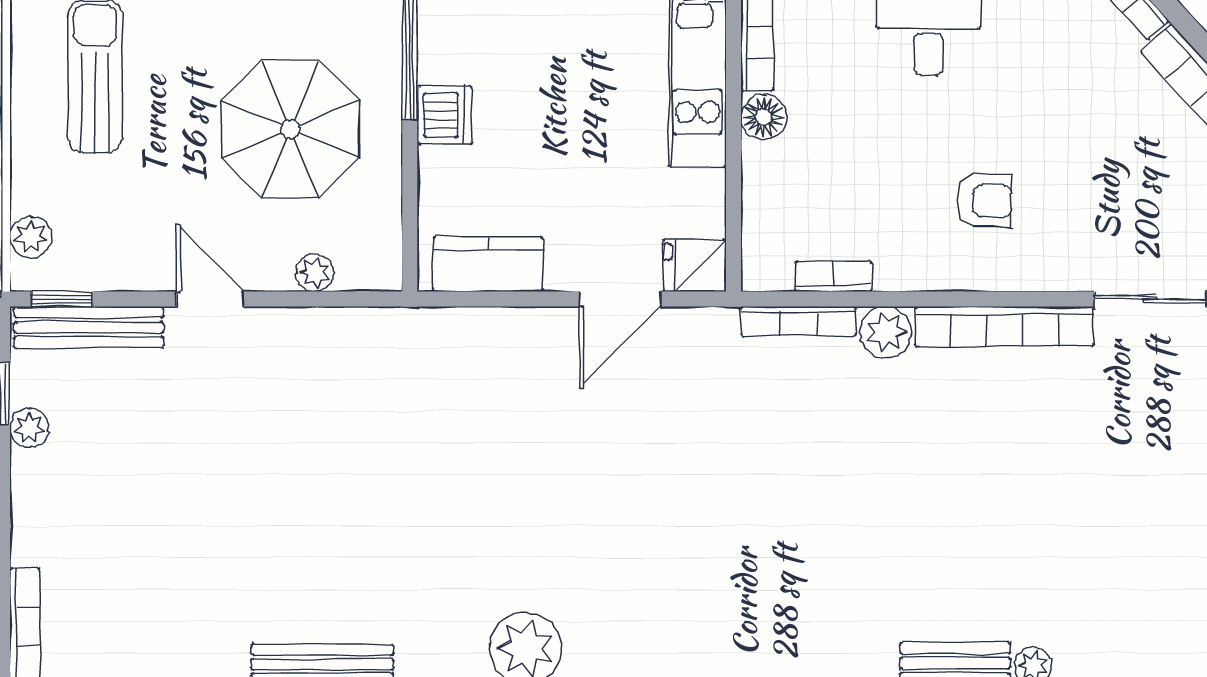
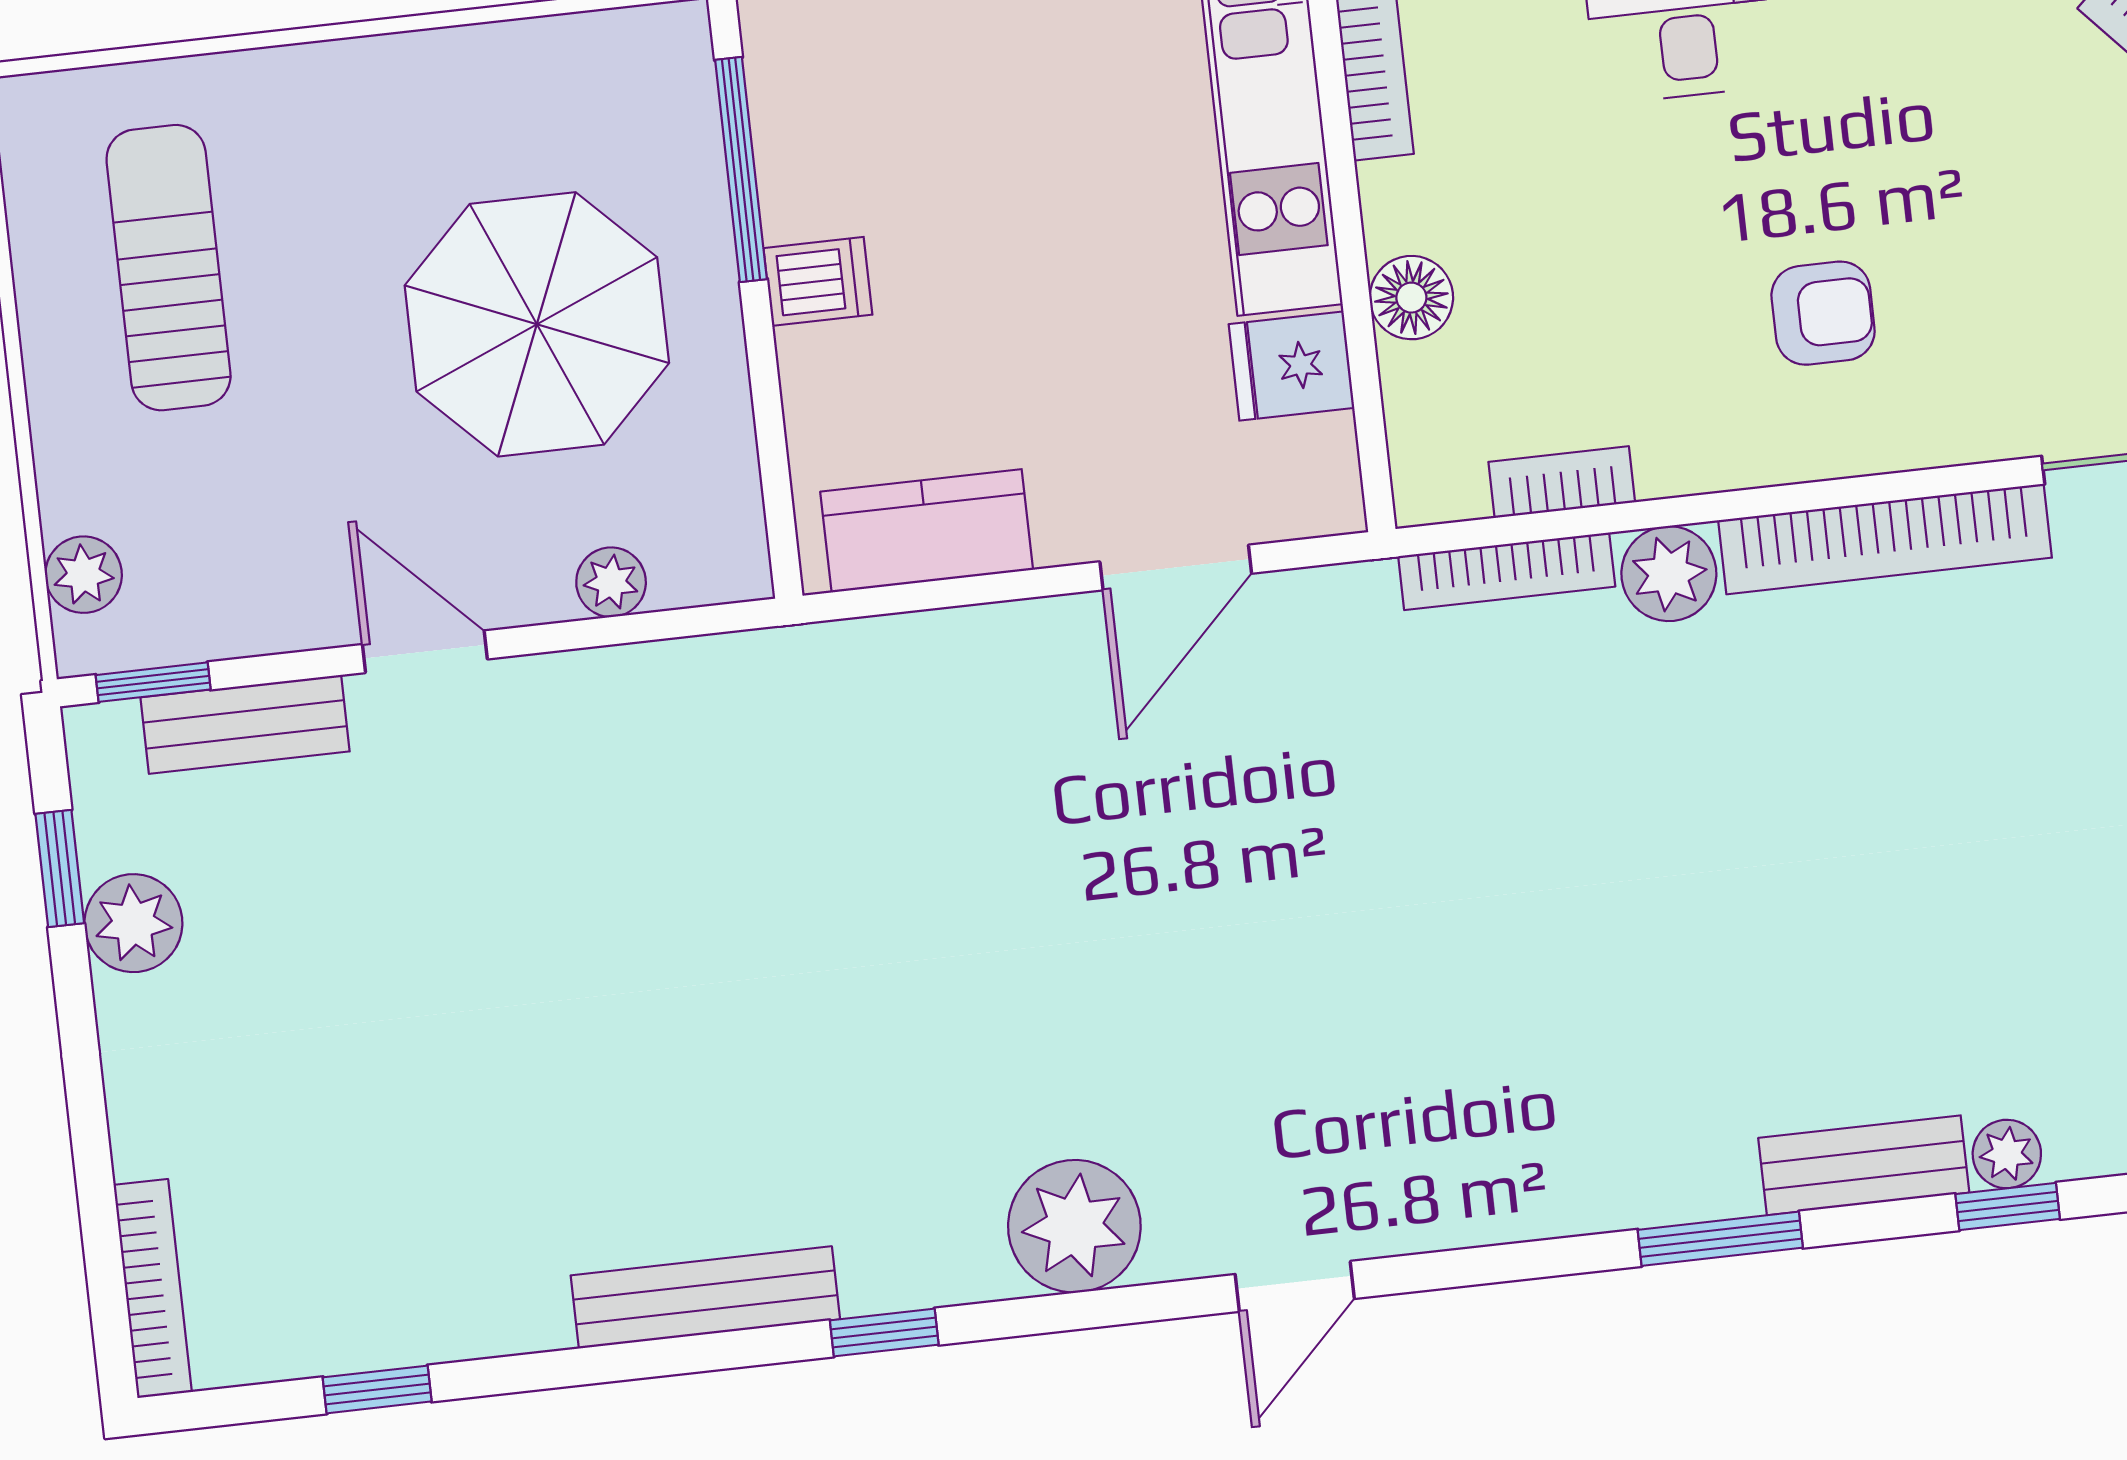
dishwasher: (445, 115) -> (818, 281), width x0.73
floor lamp: (764, 117) -> (1411, 298), moved
fridge: (695, 265) -> (1291, 366), moved
bench: (89, 327) -> (245, 724), width x0.73
plant: (29, 428) -> (133, 923), width x1.38, depth x1.38

